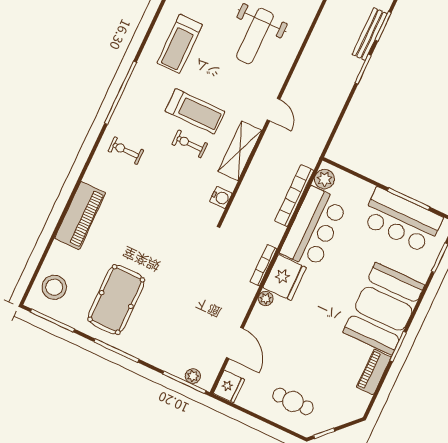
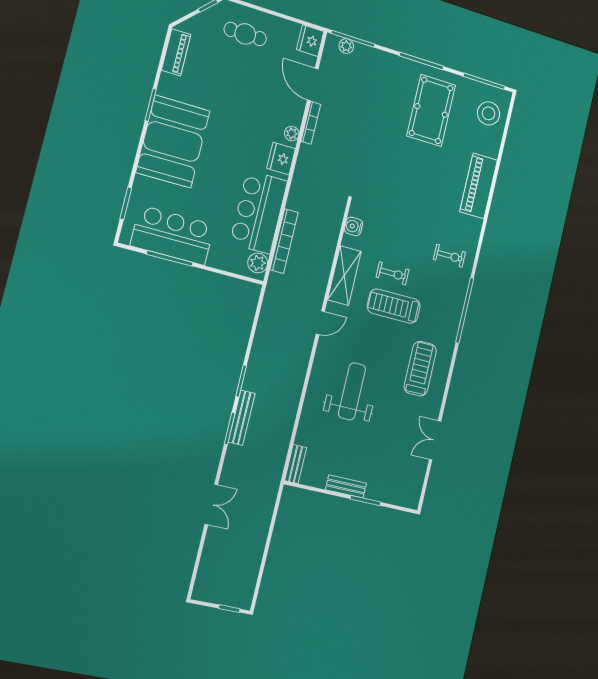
door: (274, 110) -> (320, 323), swing flipped
bookcase: (263, 265) -> (311, 123), moved
fridge: (285, 278) -> (281, 159), width x0.73, depth x0.75
piano: (374, 372) -> (176, 52), moved

